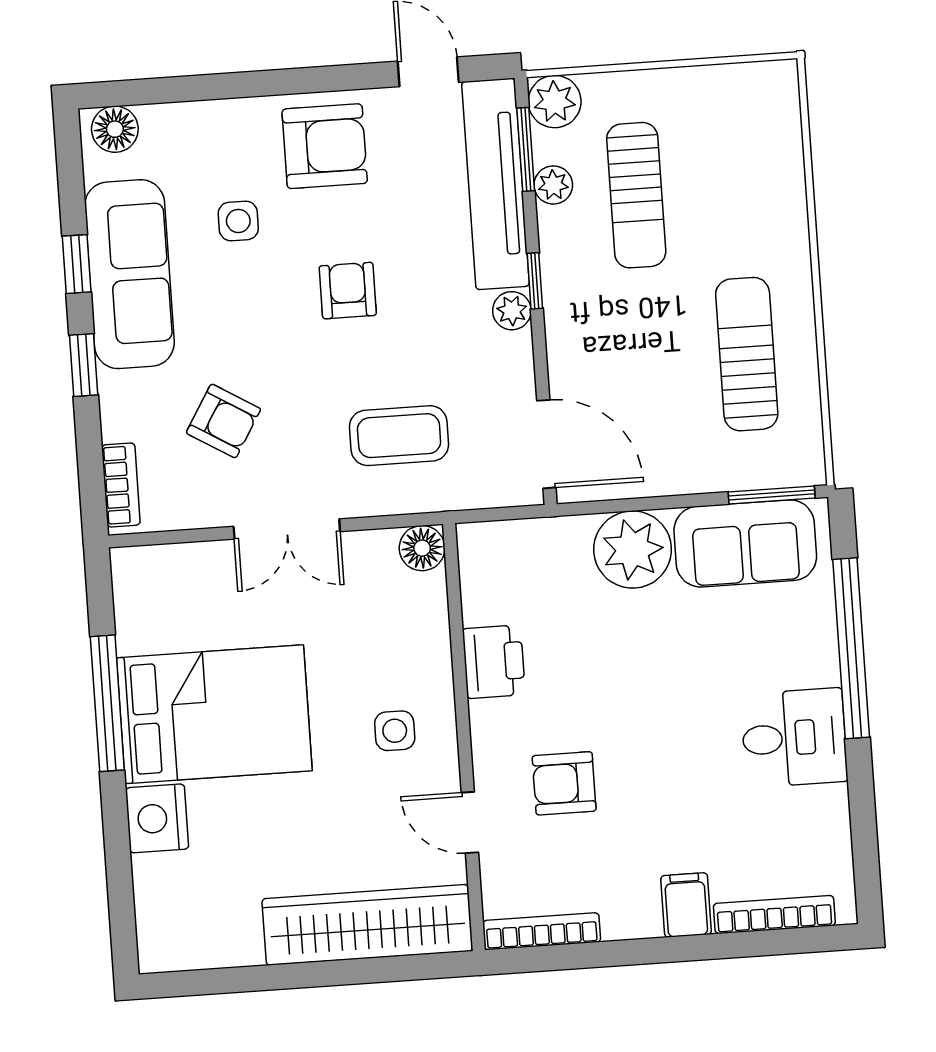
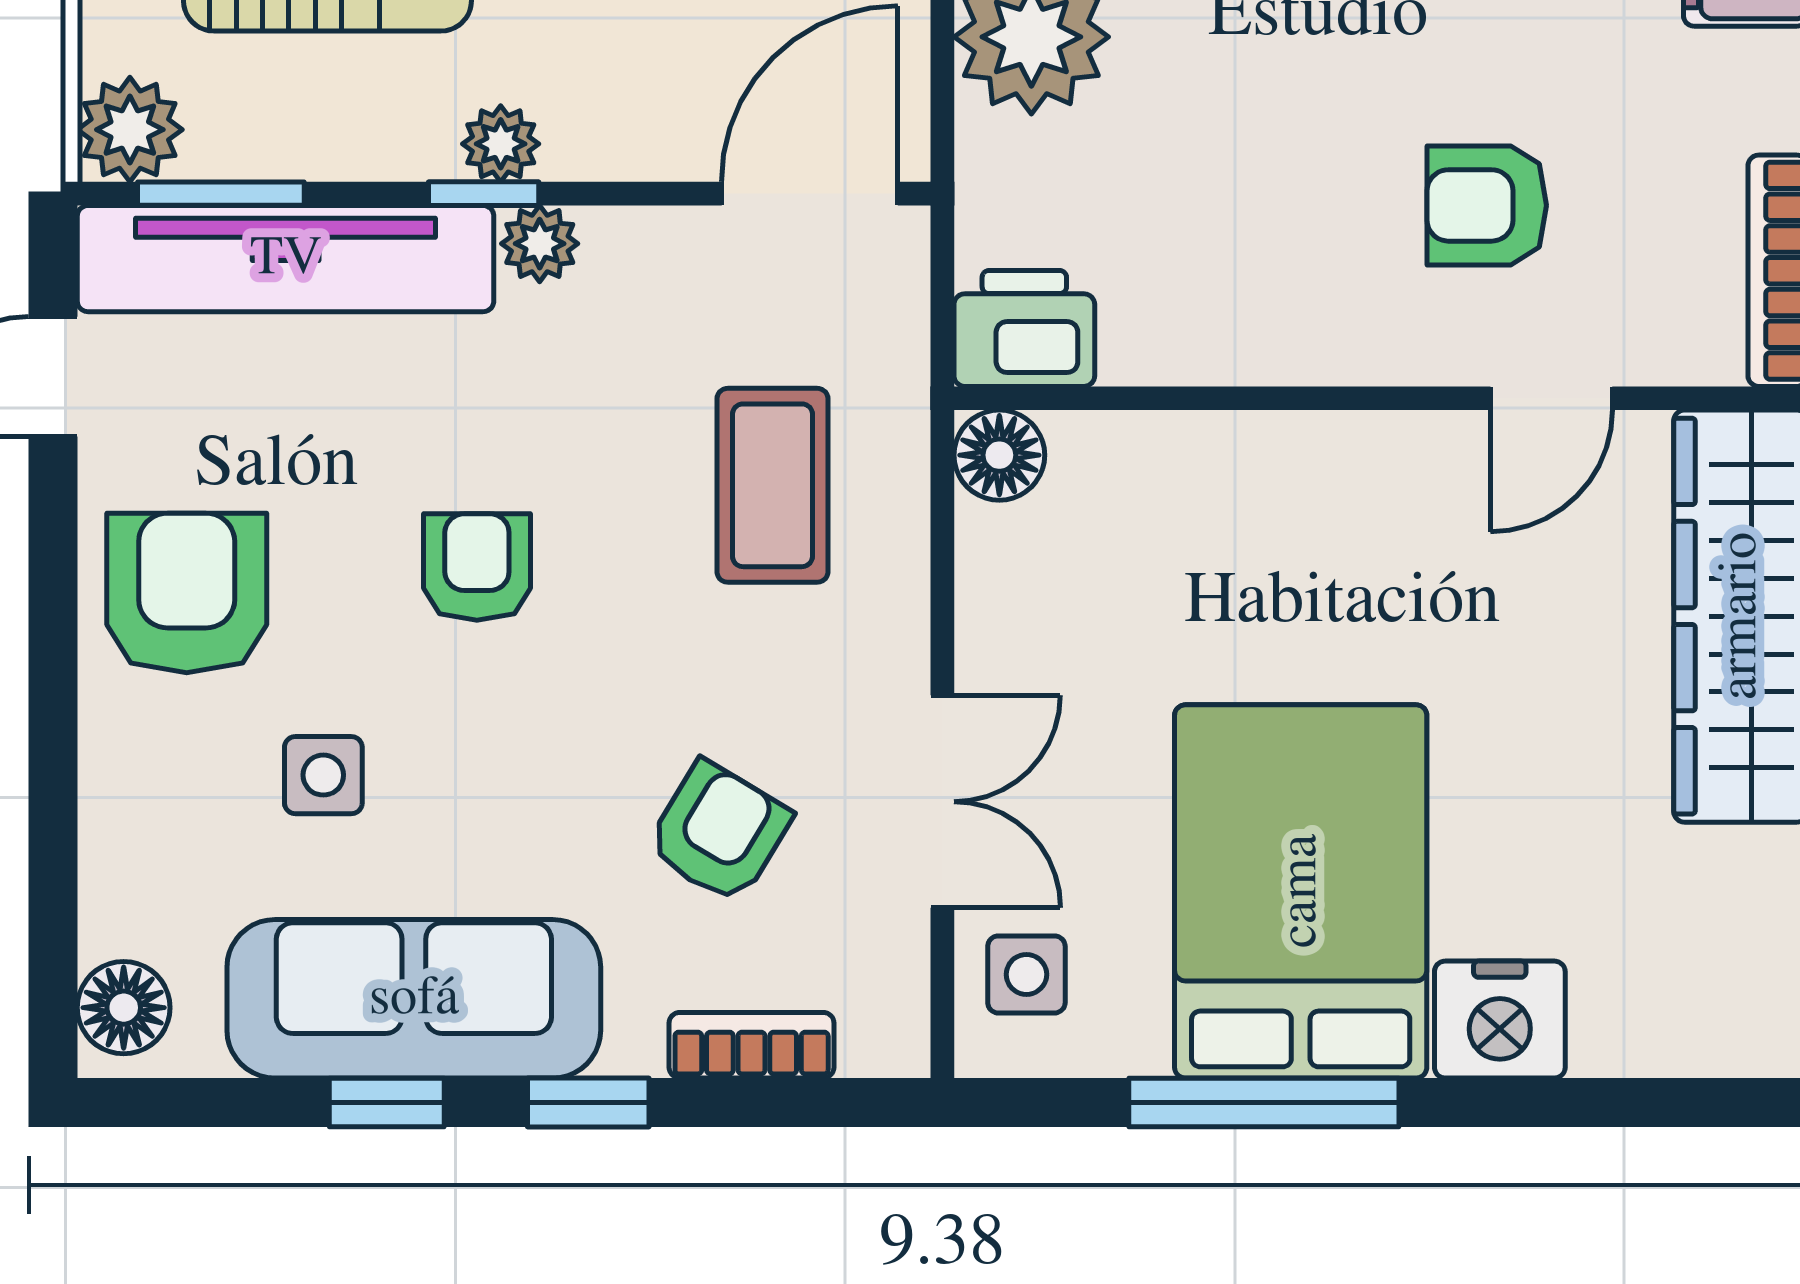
plant: (553, 185) -> (501, 144), moved
armchair: (348, 291) -> (477, 567), turned 90
bookcase: (121, 485) -> (752, 1045), moved
double door: (287, 529) -> (942, 802), moved
printer: (494, 662) -> (1024, 328), moved
side table: (395, 731) -> (1026, 974), moved
armchair: (564, 783) -> (1487, 205), turned 90

